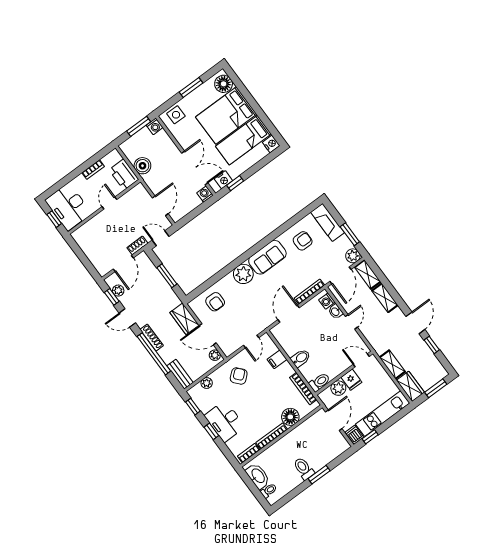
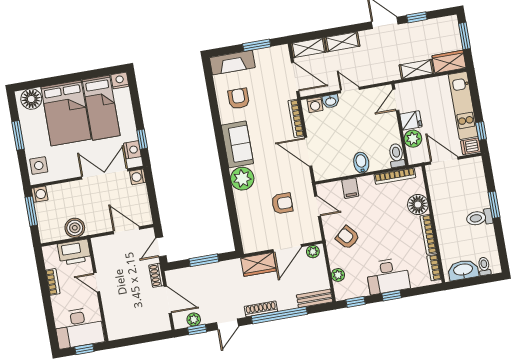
plant: (353, 256) -> (281, 53), removed
armchair: (215, 302) -> (282, 203), moved

